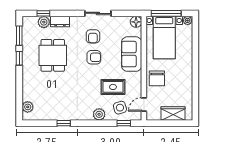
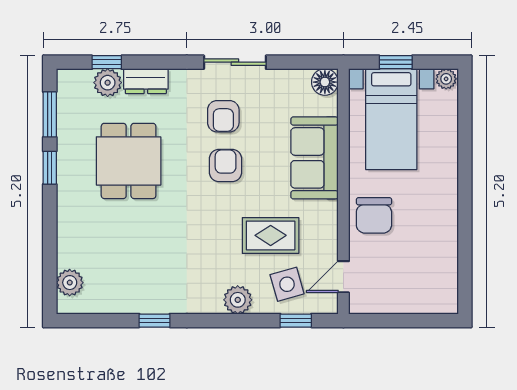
window: (166, 13) -> (396, 62), width x0.46
armchair: (94, 57) -> (226, 165), turned -90
wardrobe: (173, 113) -> (412, 298), removed

